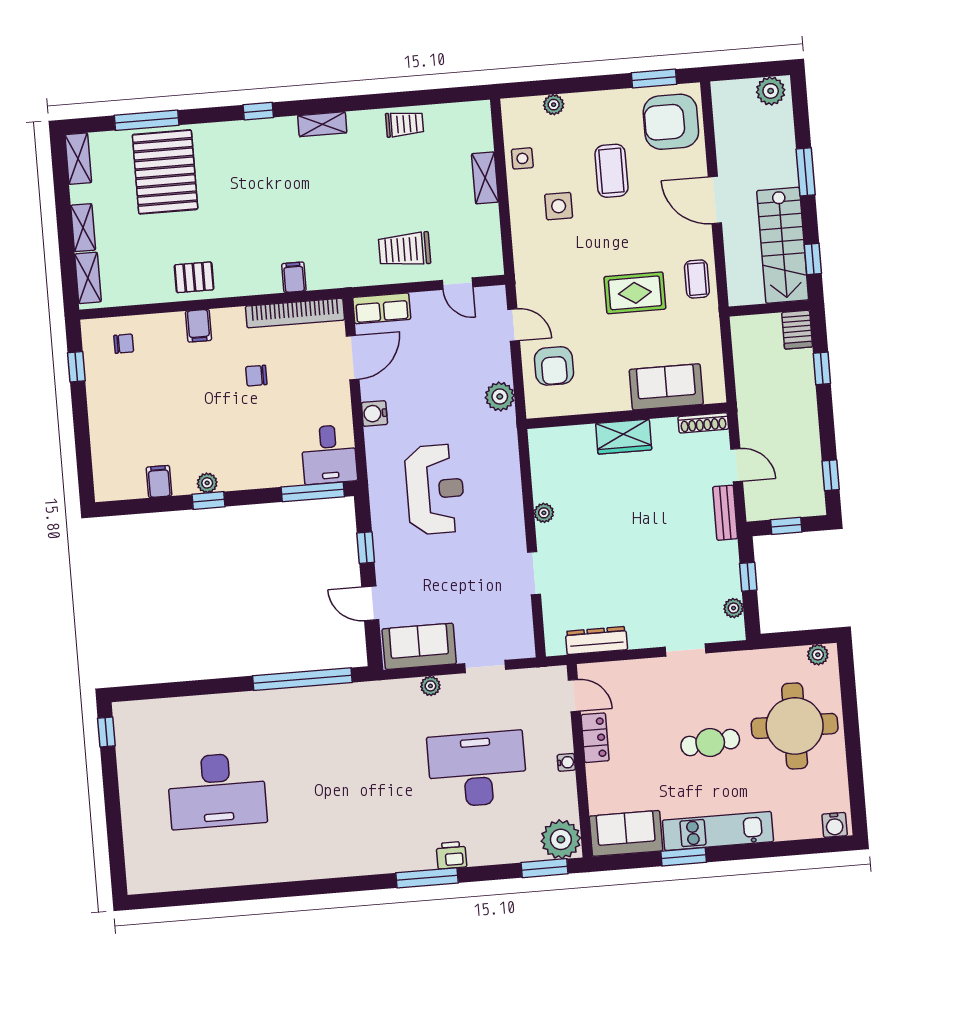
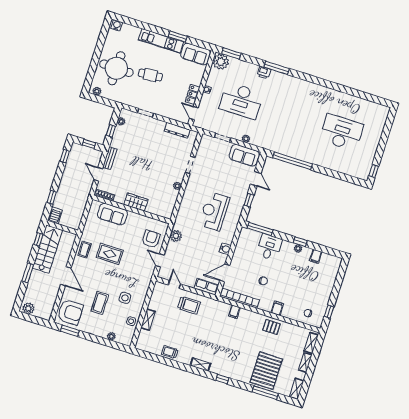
desk: (329, 454) -> (269, 247), moved

